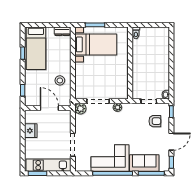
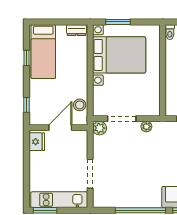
bed with nightstands: (96, 44) -> (119, 55), width x1.36
stool: (60, 80) -> (80, 105), moved
door: (49, 108) -> (60, 128), hinge flipped
fridge: (31, 131) -> (37, 142), moved
corner sofa: (110, 158) -> (137, 191), removed

